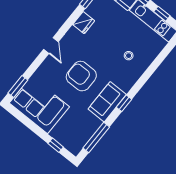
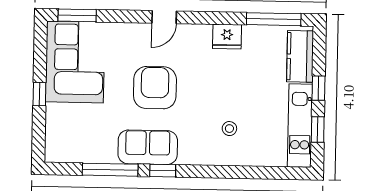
window: (96, 137) -> (110, 170), moved
window: (56, 145) -> (39, 94), moved

